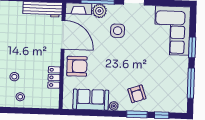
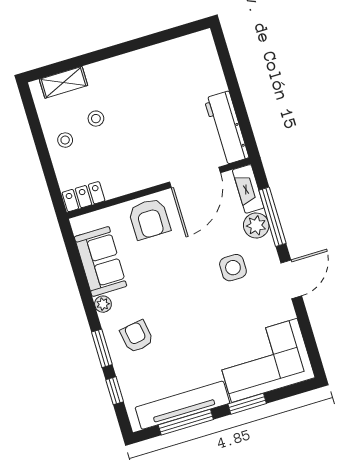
locker: (54, 77) -> (83, 197), moved
tv unit: (181, 82) -> (182, 405), added
armchair: (137, 94) -> (137, 337), turned 100

